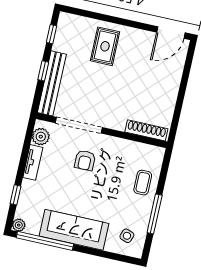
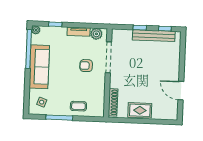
door: (171, 33) -> (181, 91), moved
rug: (105, 46) -> (140, 110), moved
bench: (52, 83) -> (154, 36), moved

